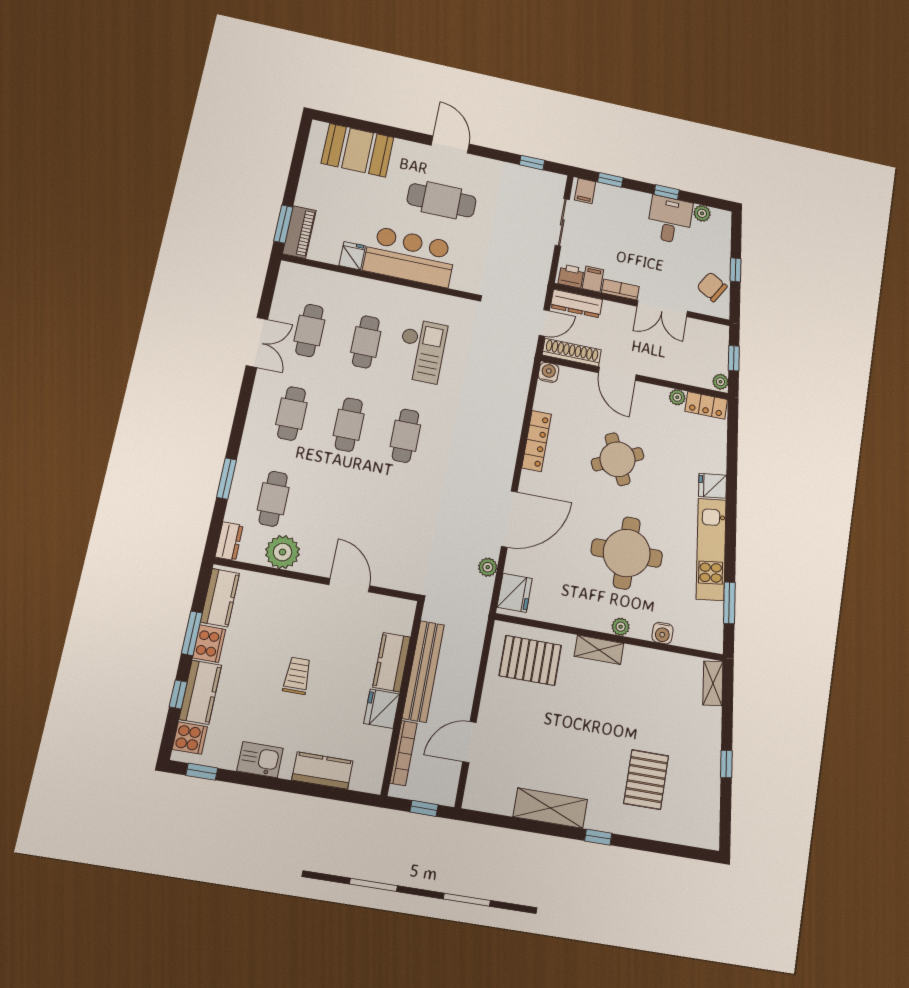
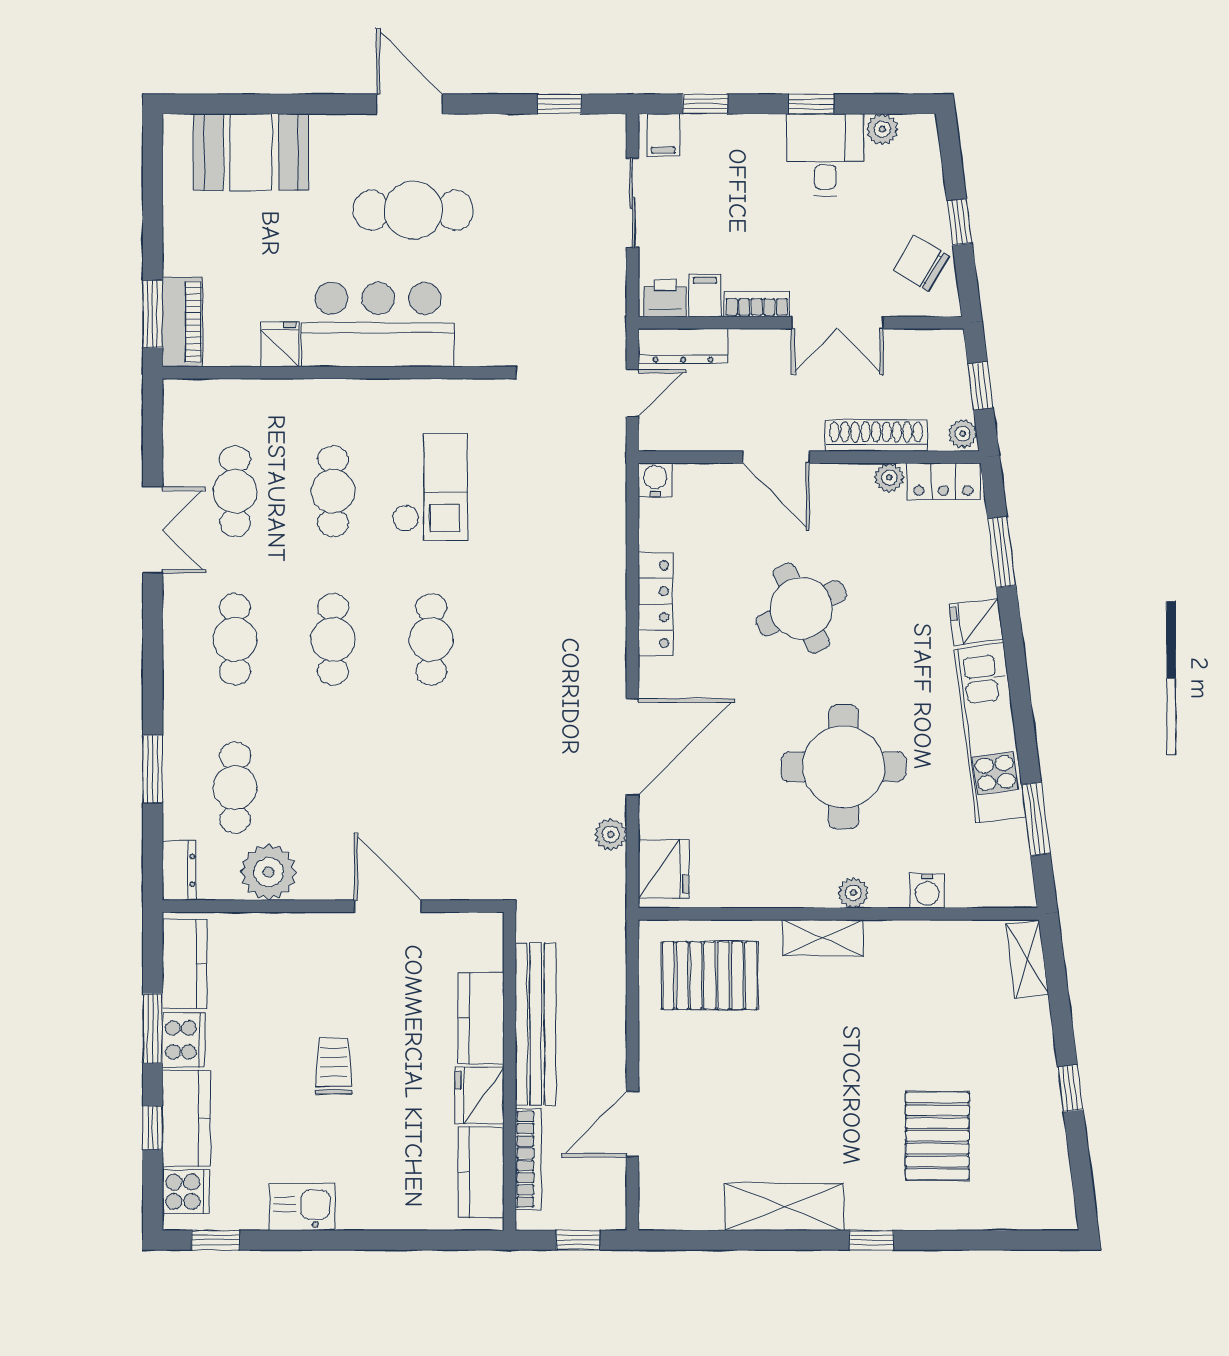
shoe rack: (572, 352) -> (876, 436), moved
window: (732, 450) -> (1002, 552), added
kitchen counter: (322, 771) -> (481, 1172), moved, turned -90

